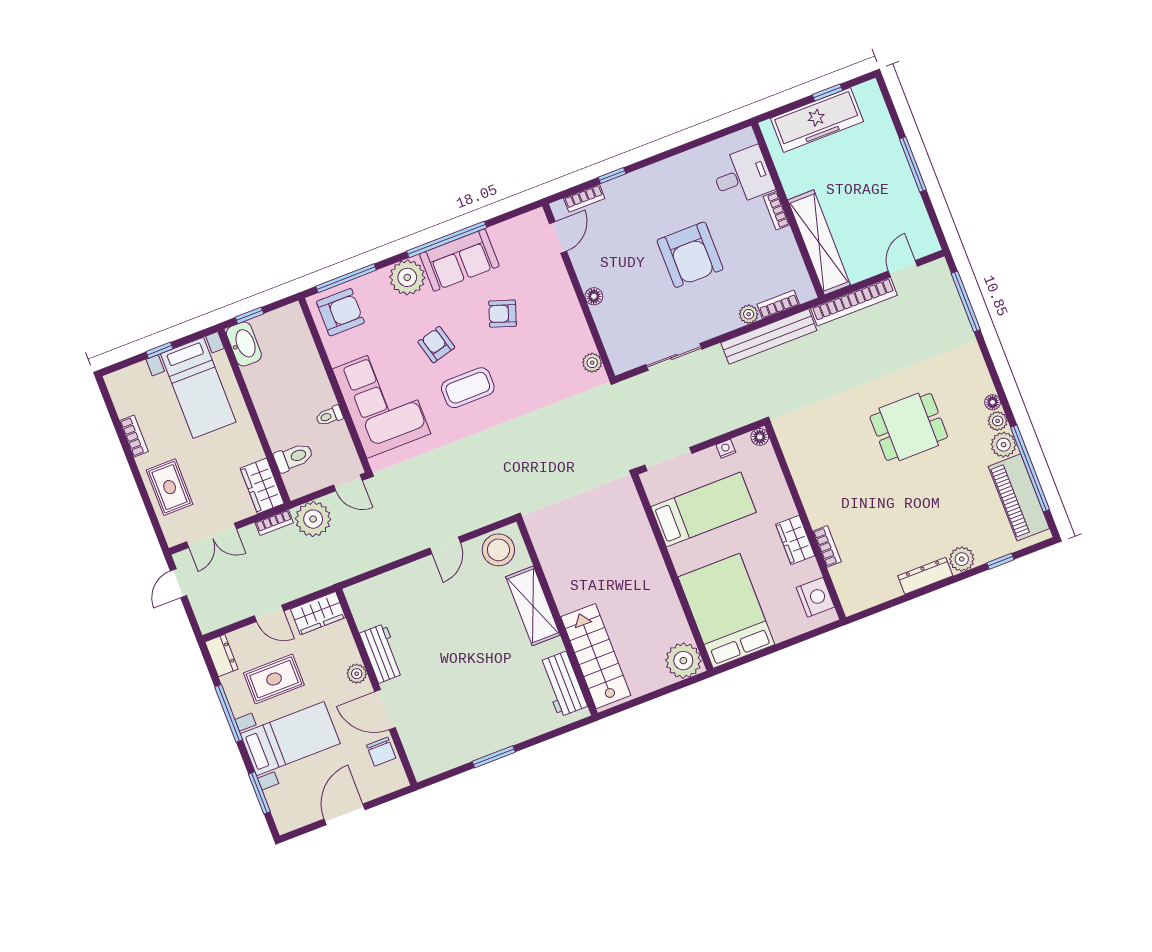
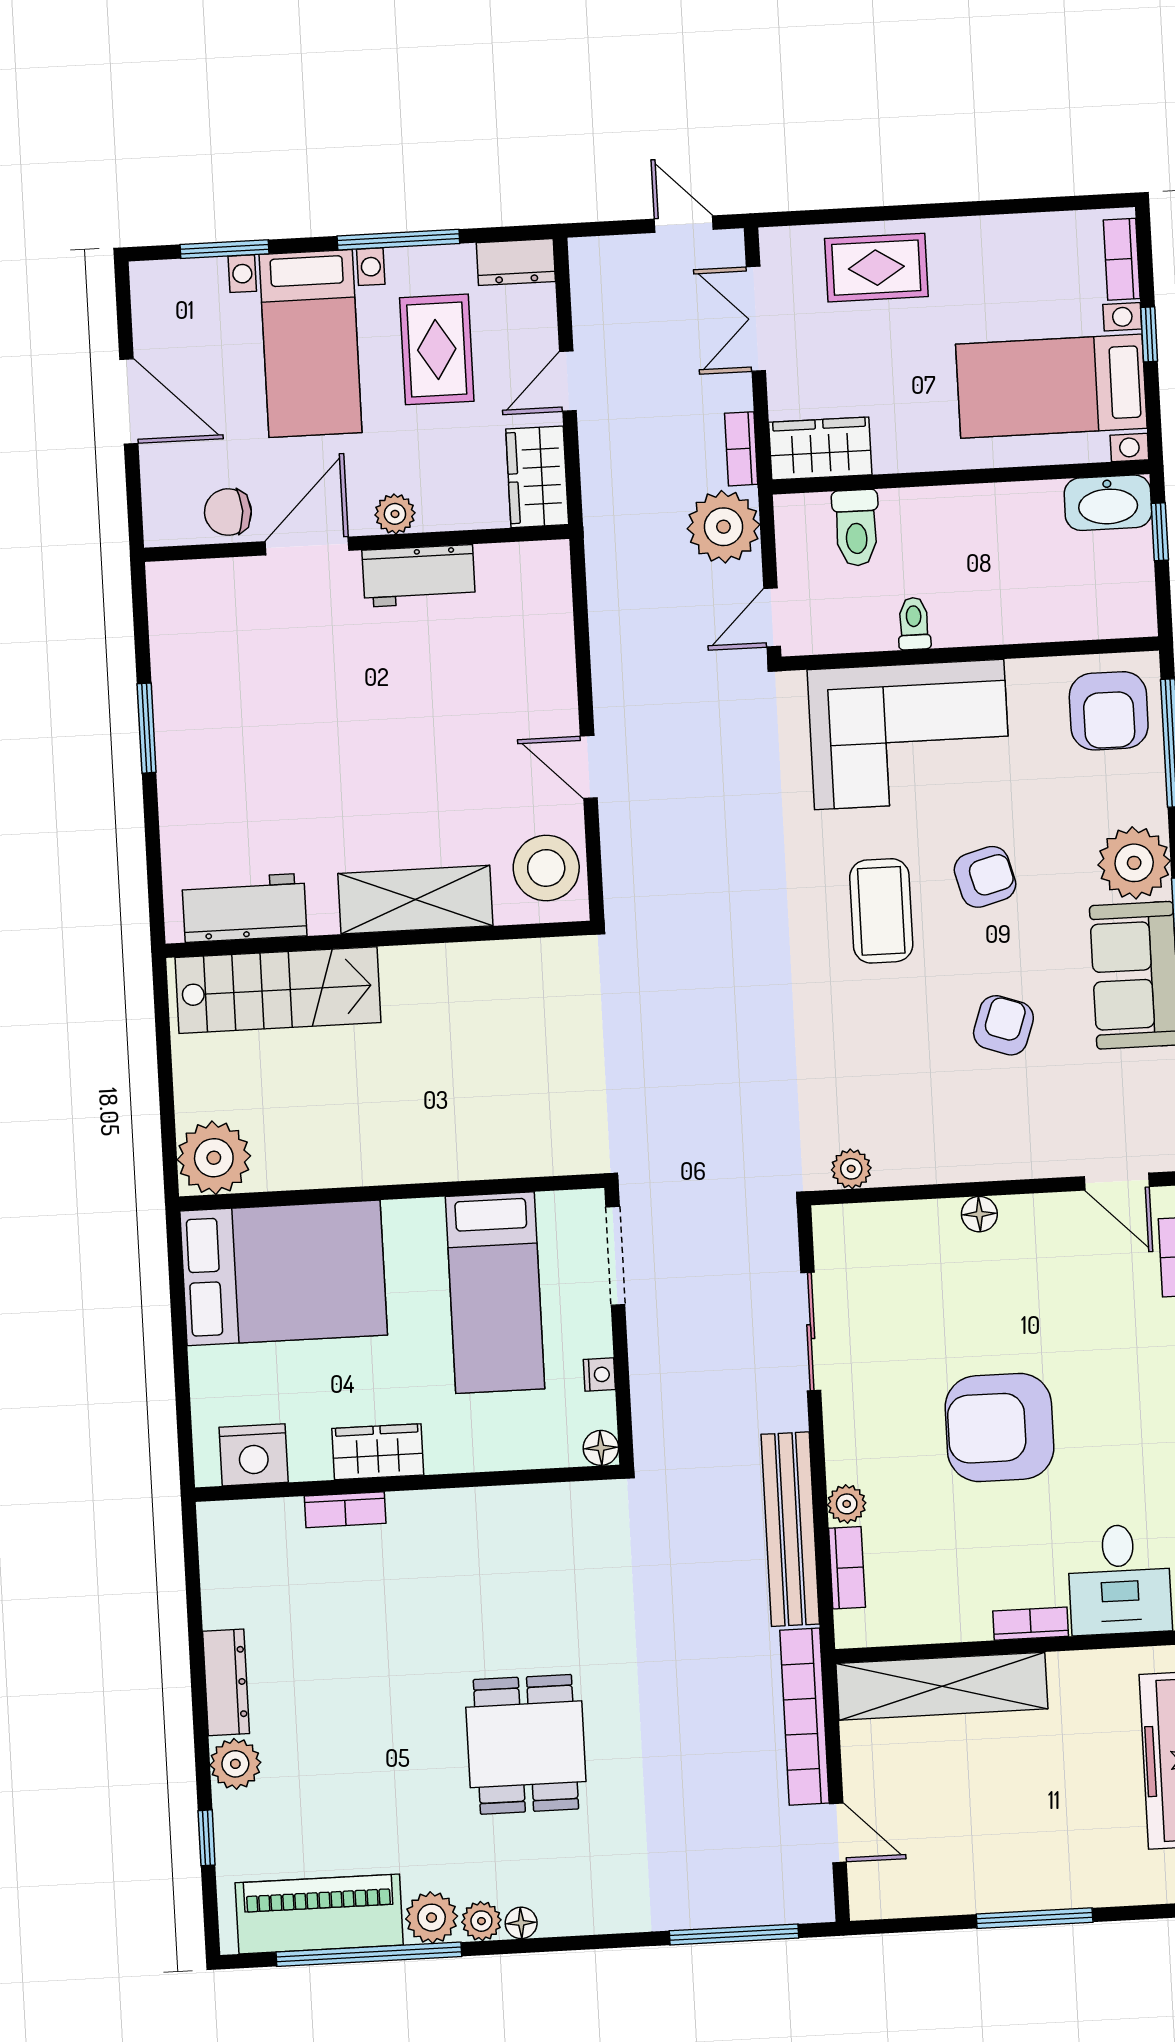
bookcase: (134, 436) -> (1122, 259), moved, turned 90

